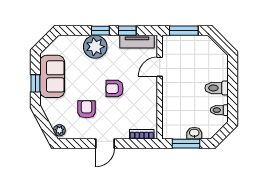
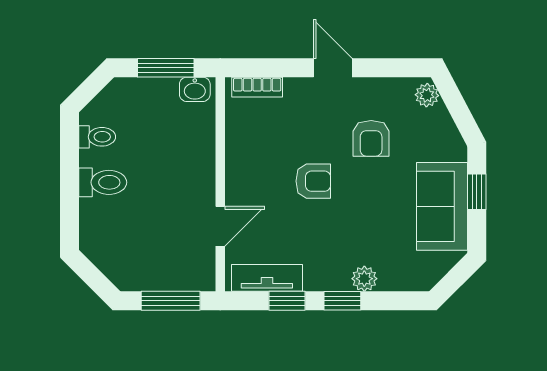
plant: (95, 47) -> (364, 279), width x0.53, depth x0.53
washbasin: (194, 133) -> (195, 89), moved
door: (105, 144) -> (333, 68), hinge flipped

